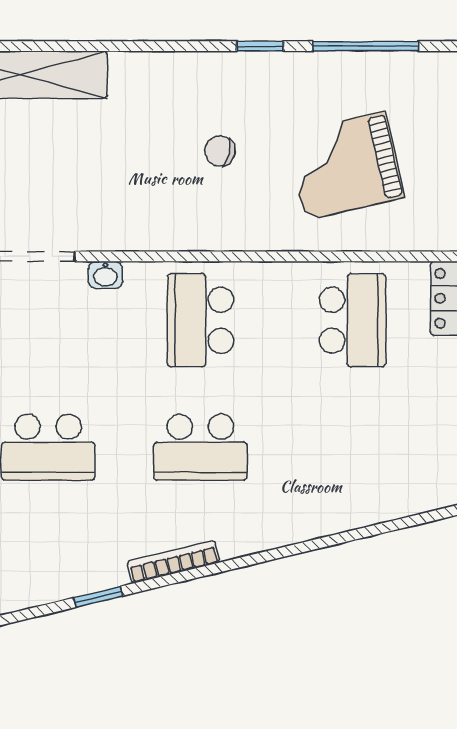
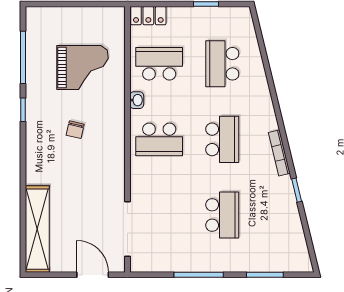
grand piano: (345, 166) -> (82, 67), turned -77
washbasin: (105, 275) -> (137, 100), moved
school desk: (353, 447) -> (222, 64), added

